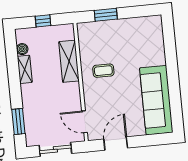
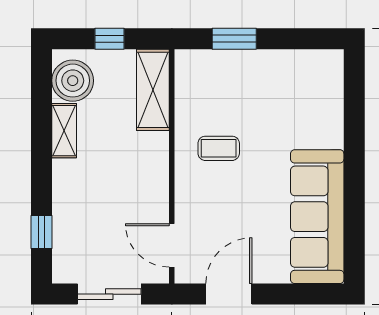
boiler: (22, 49) -> (73, 81), width x1.86, depth x1.86
shelving: (69, 61) -> (153, 90), moved
window: (18, 121) -> (42, 232), width x0.67

